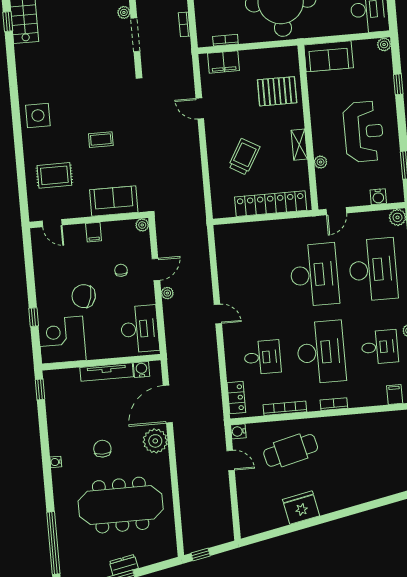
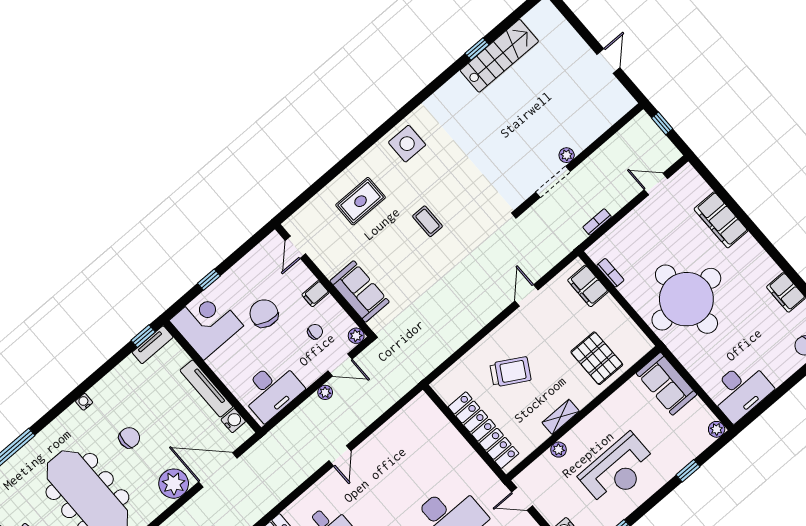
rug: (54, 175) -> (361, 201), turned 90
sofa: (114, 201) -> (360, 291), moved
wall: (89, 220) -> (324, 280), moved
door: (52, 223) -> (295, 247), moved
plant: (142, 225) -> (356, 336), moved
filing cabinet: (94, 232) -> (315, 294), moved
tv unit: (50, 387) -> (153, 345), added

